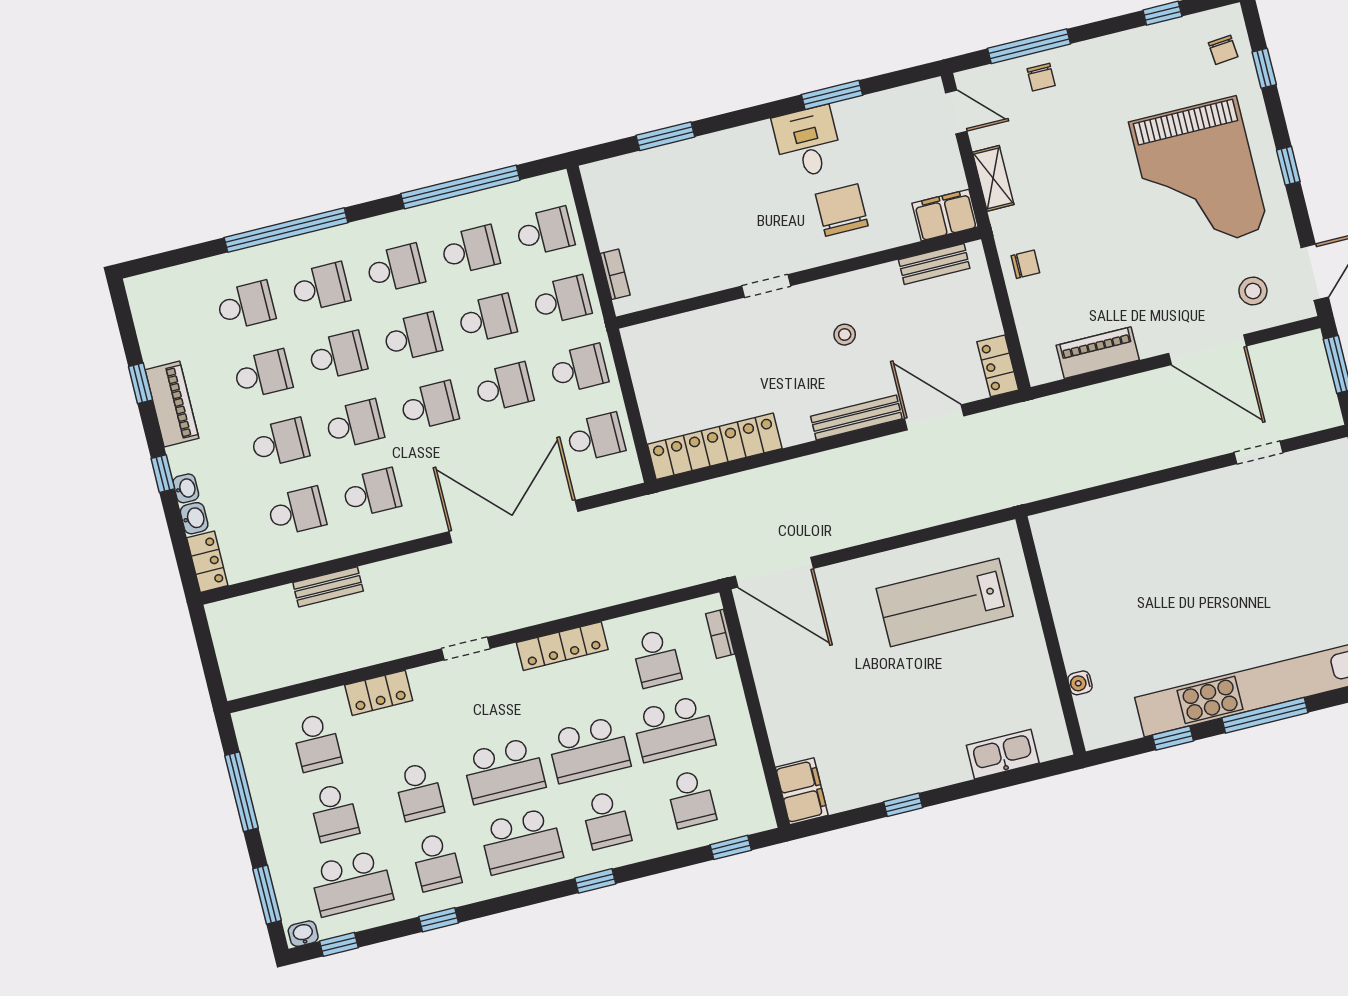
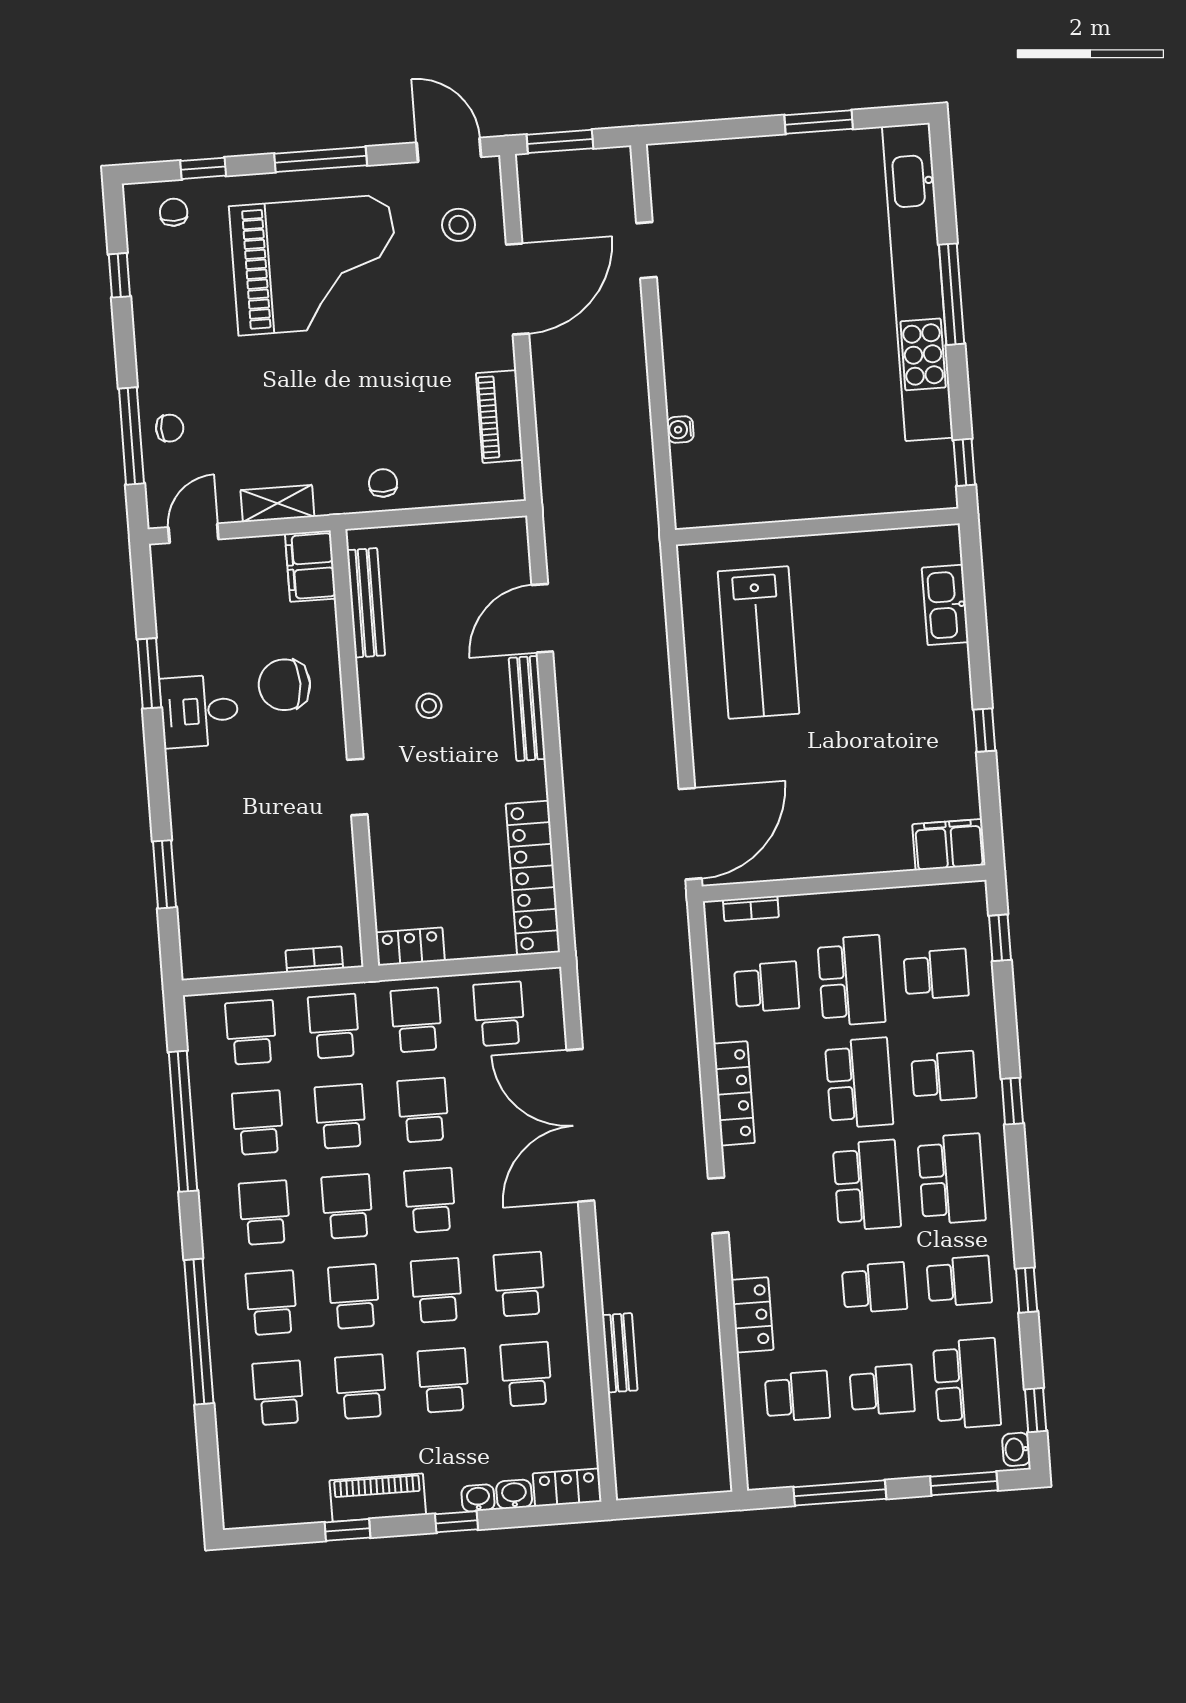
chair: (1223, 50) -> (174, 212), turned -85
window: (1288, 166) -> (321, 159), width x2.17
bench: (934, 264) -> (366, 603), width x1.36
locker: (998, 366) -> (410, 946), moved, turned 180
water cooler: (1080, 683) -> (680, 429), moved, turned 90
window: (1173, 738) -> (964, 462), moved

